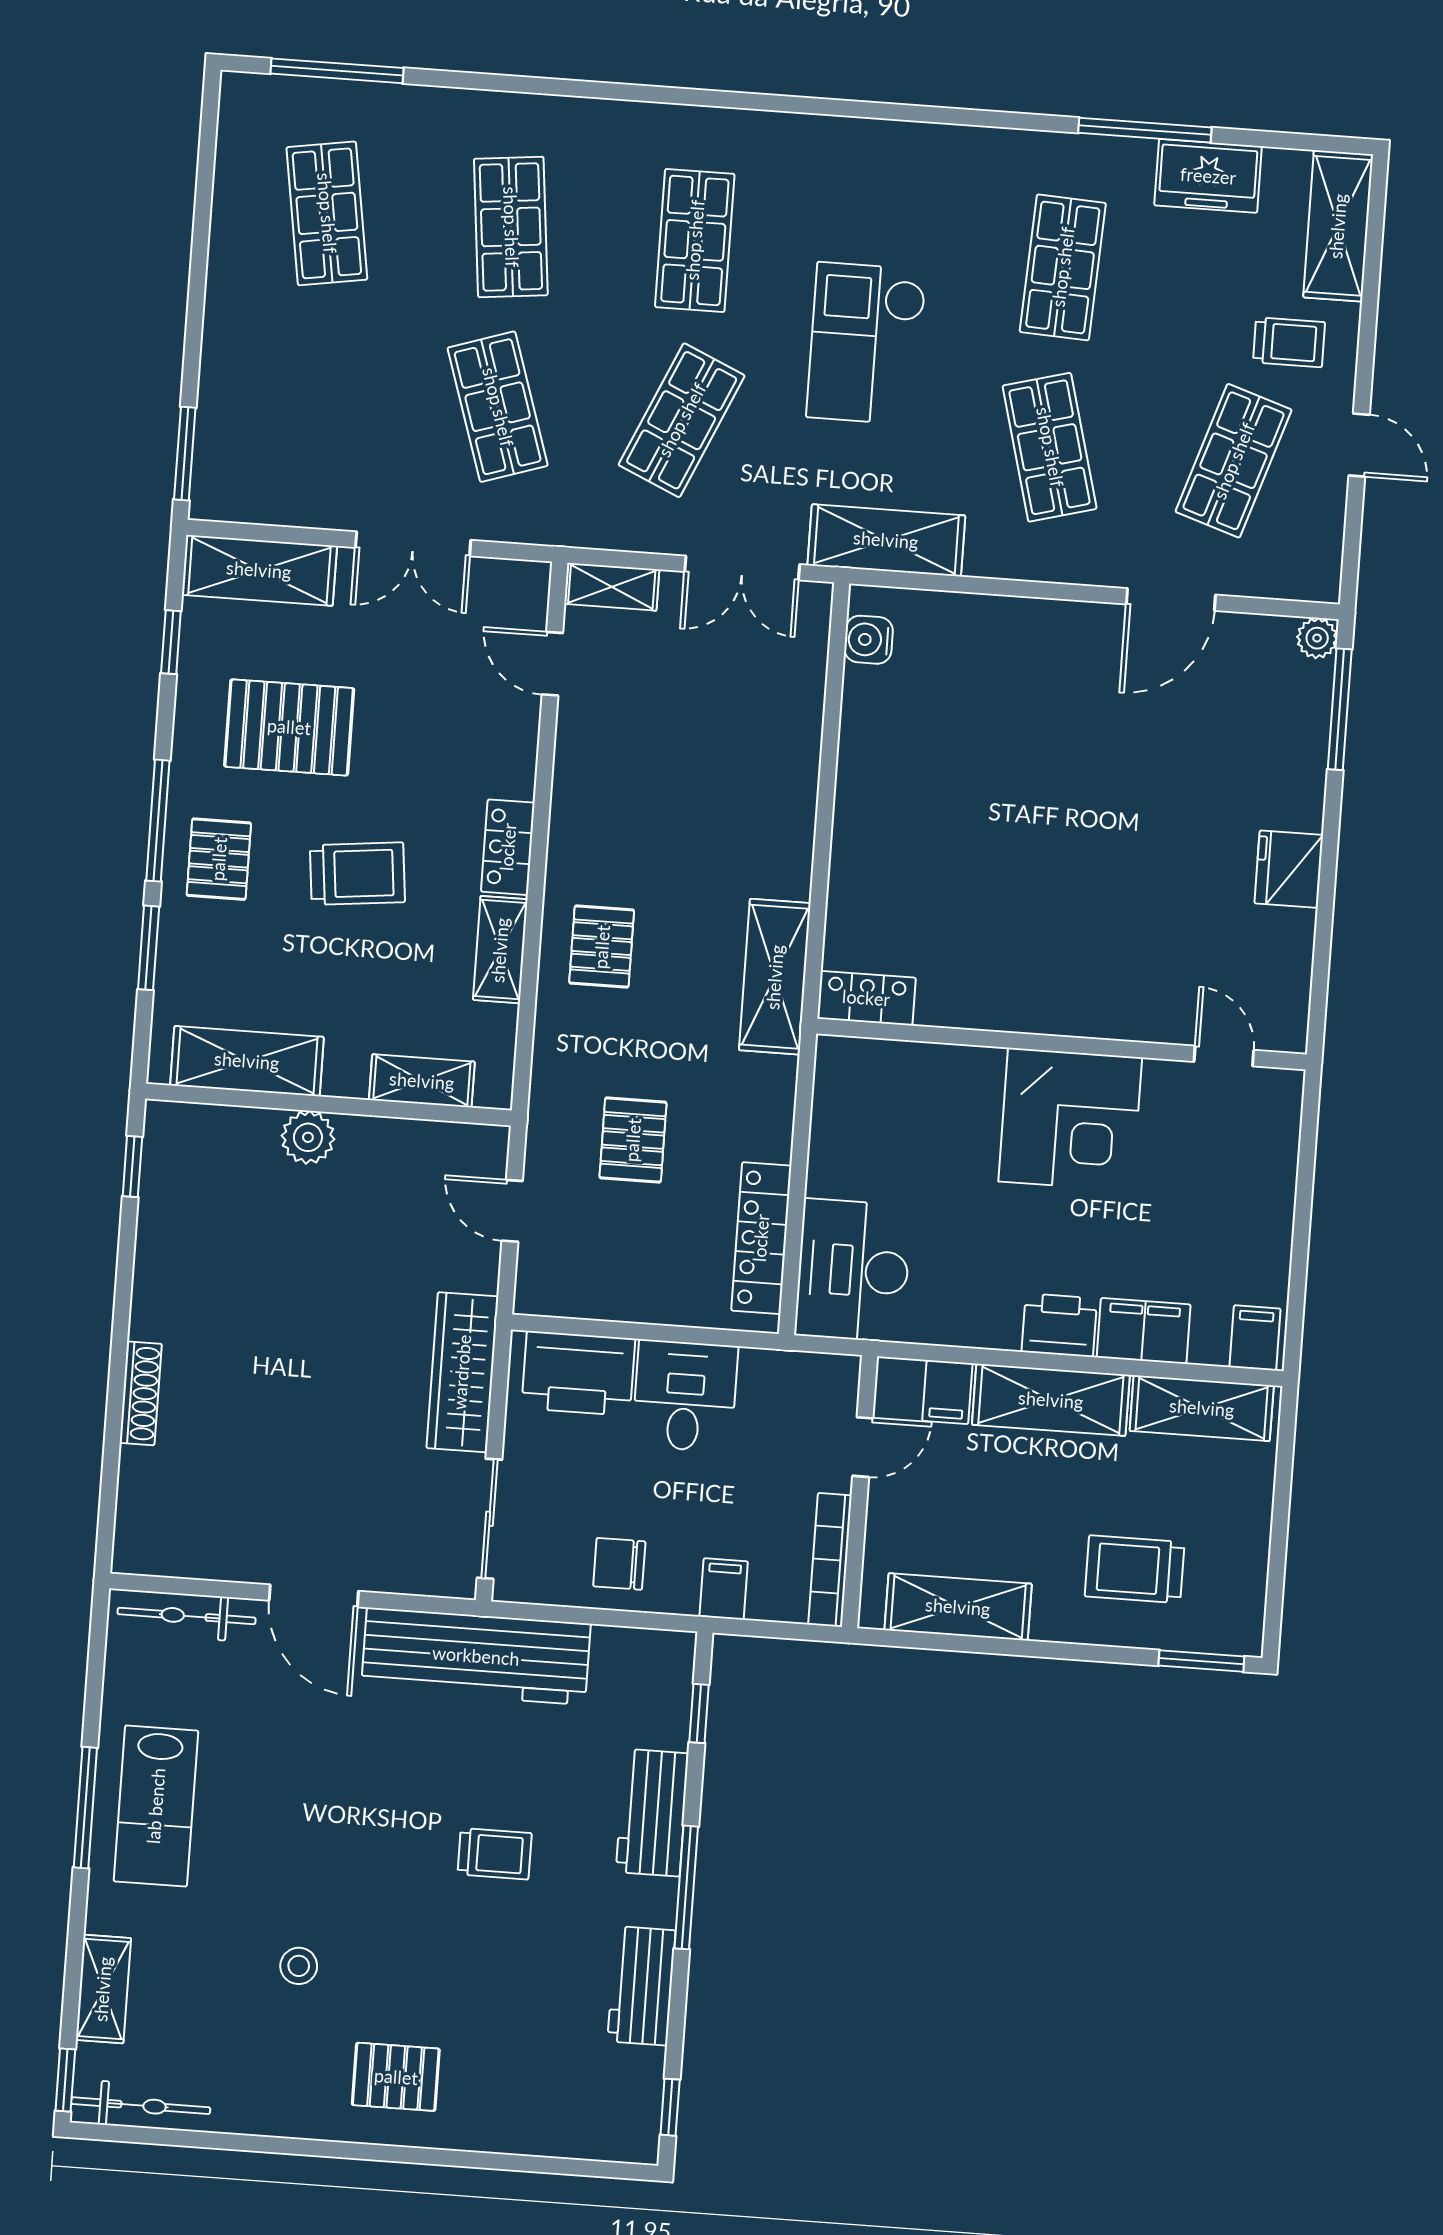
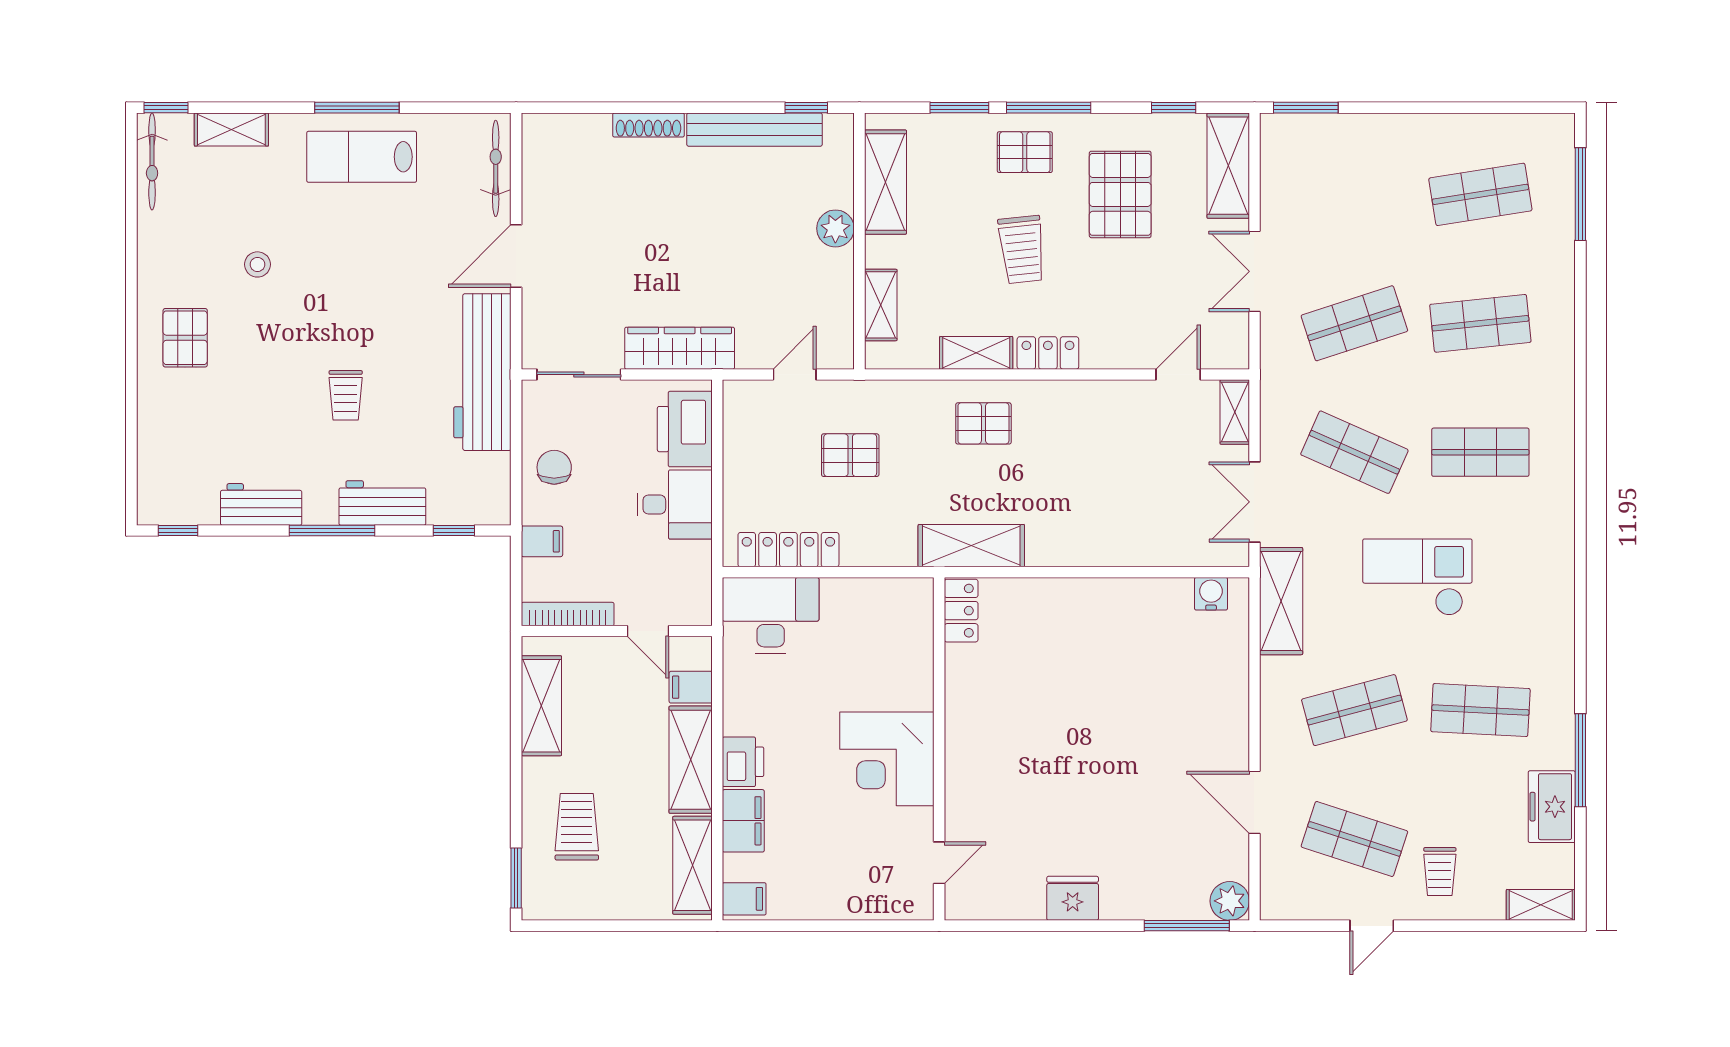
shelving: (1338, 226) -> (1541, 905), width x0.67, depth x0.75
plant: (1317, 638) -> (1230, 901), width x1.38, depth x1.38
bench: (158, 1243) -> (754, 130), added

